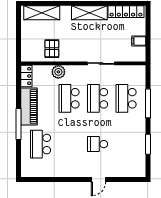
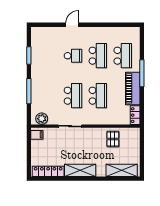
filing cabinet: (139, 41) -> (37, 135), moved
plant: (58, 72) -> (42, 119), moved
school desk: (126, 98) -> (98, 56), moved

